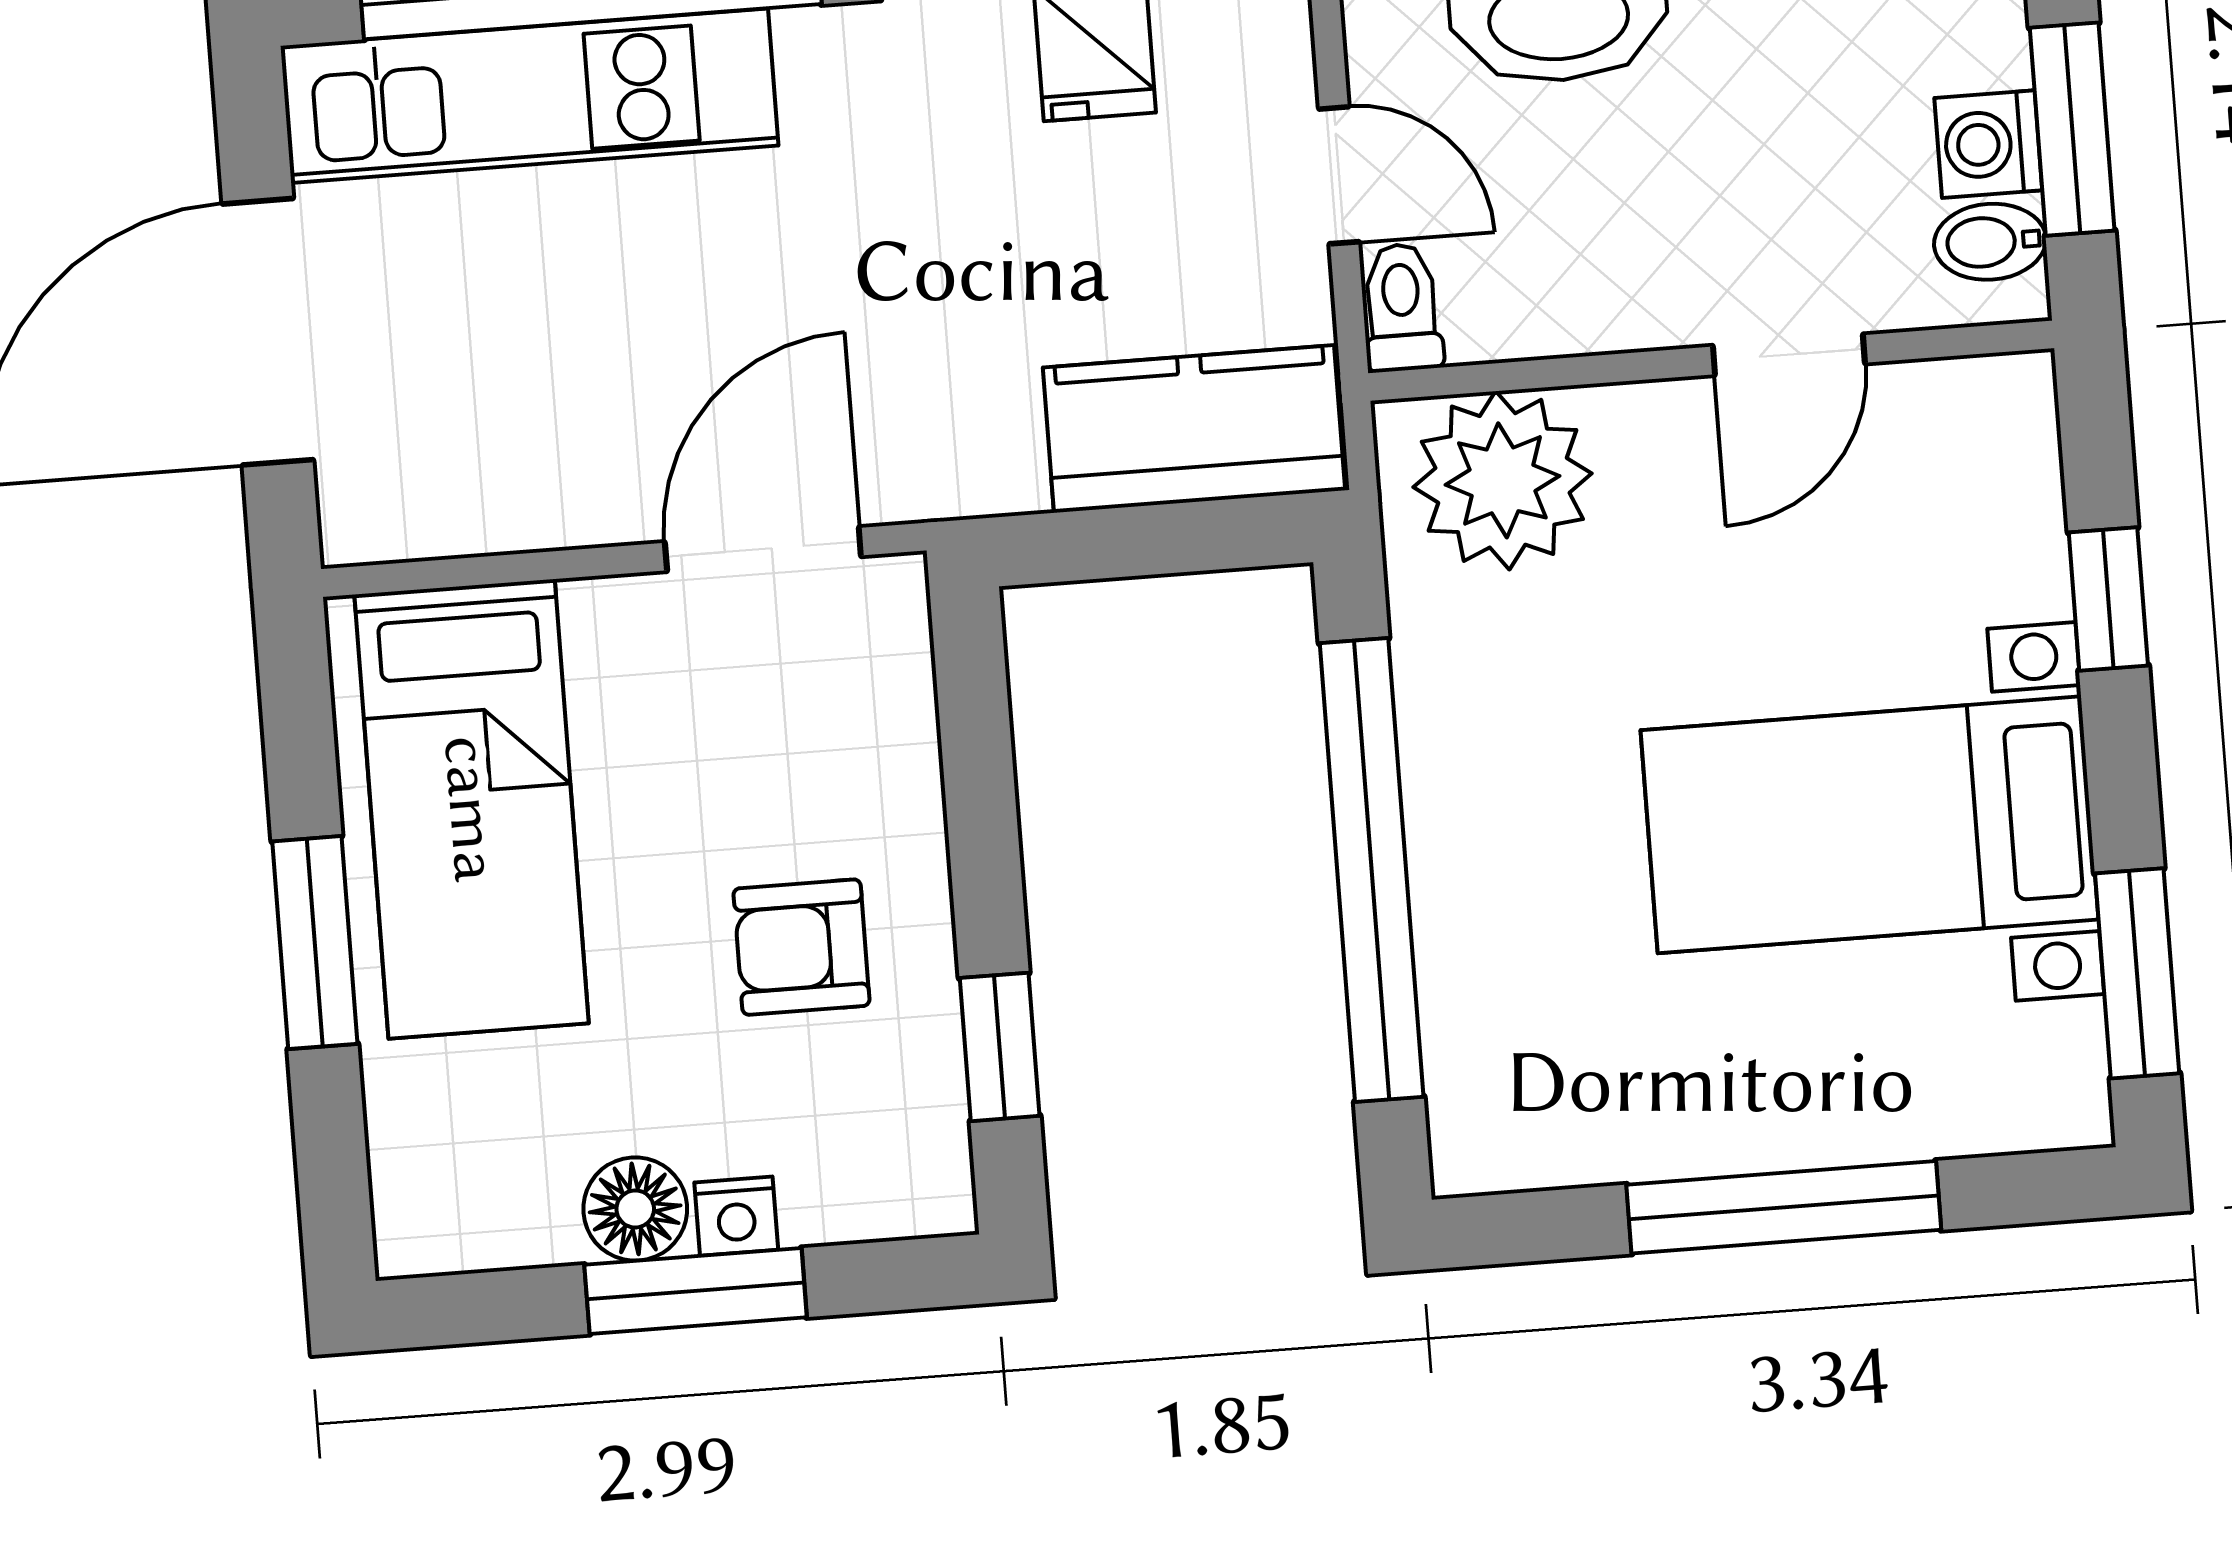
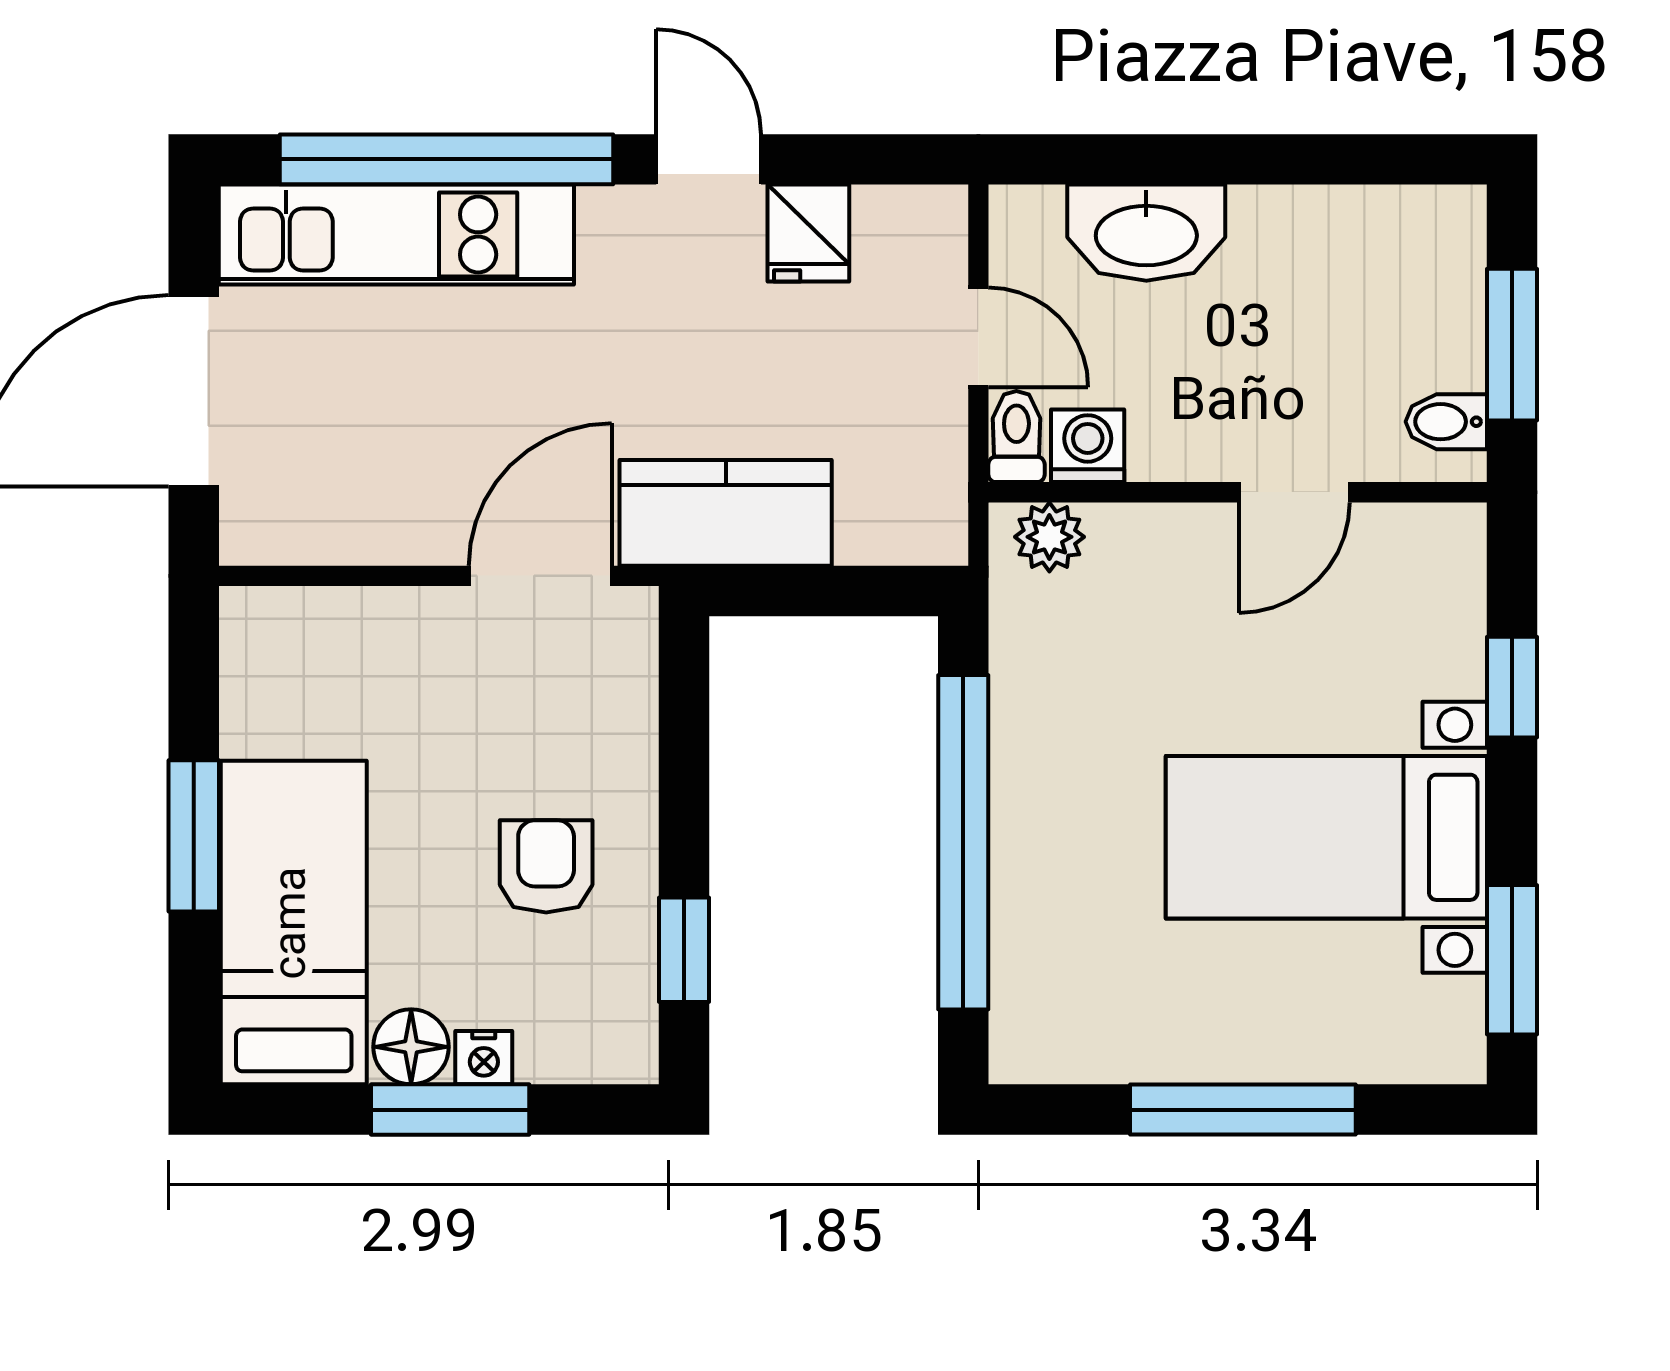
washing machine: (1988, 144) -> (1088, 446), moved, turned 90
kitchen counter: (1194, 429) -> (726, 513), moved
plant: (1502, 480) -> (1049, 537), width x0.53, depth x0.53
bed: (472, 809) -> (294, 923), moved, turned 180
armchair: (801, 947) -> (546, 866), turned 90

